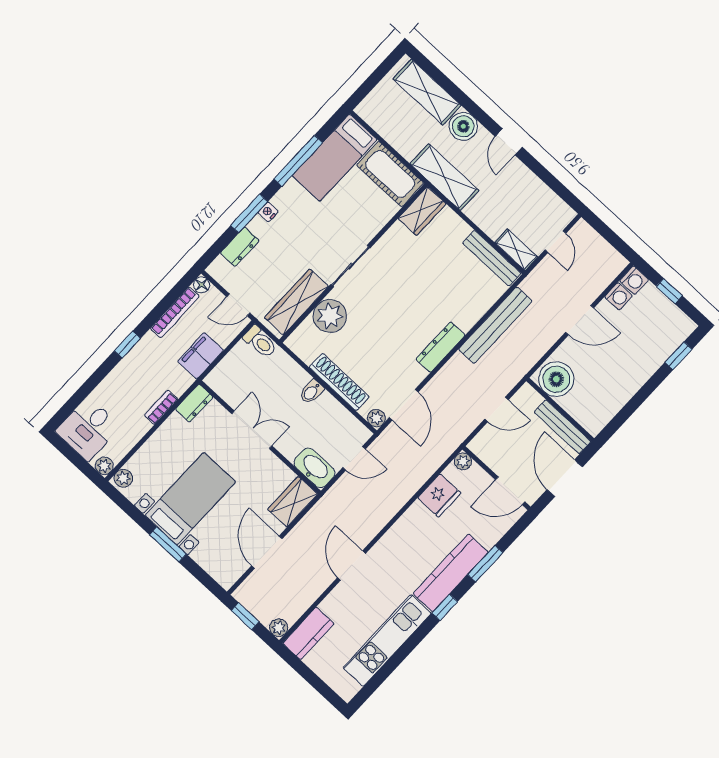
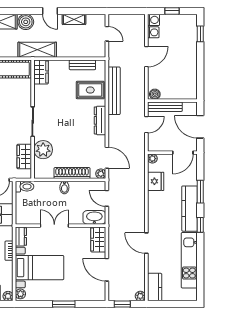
shelving: (516, 250) -> (74, 19), moved
bench: (492, 258) -> (82, 65), width x0.73
rug: (465, 295) -> (90, 90), added
wardrobe: (297, 302) -> (24, 157), width x0.67
boiler: (556, 379) -> (155, 94), width x0.54, depth x0.54
bench: (563, 427) -> (165, 107), moved
door: (354, 458) -> (107, 198), swing flipped
bed with nightstands: (190, 499) -> (39, 268), moved, turned 90

